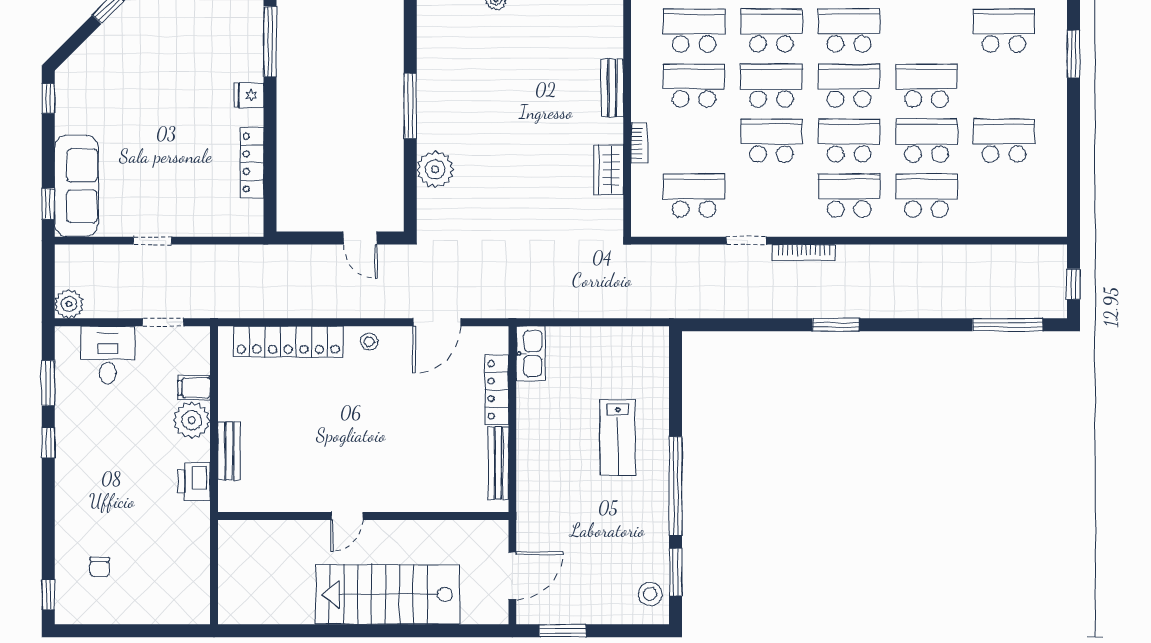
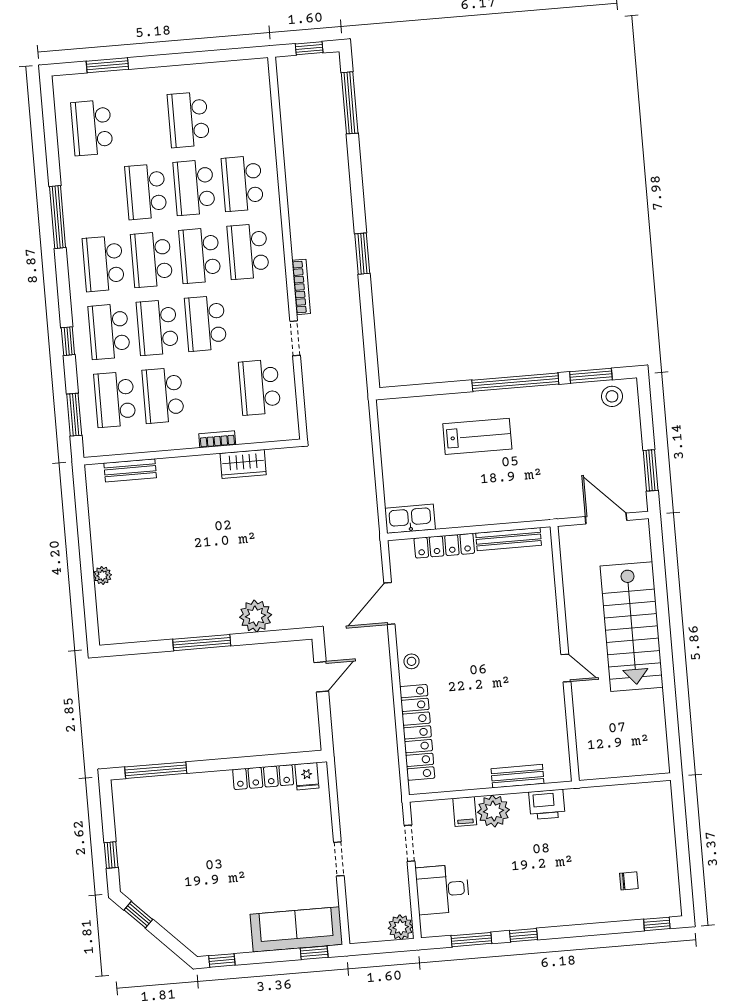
bench: (612, 88) -> (130, 470), moved
fridge: (249, 95) -> (307, 776), moved
door: (437, 322) -> (389, 603), swing flipped

